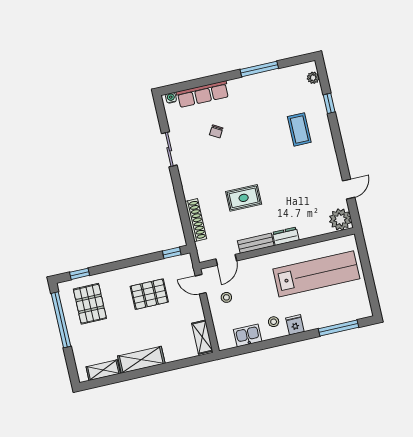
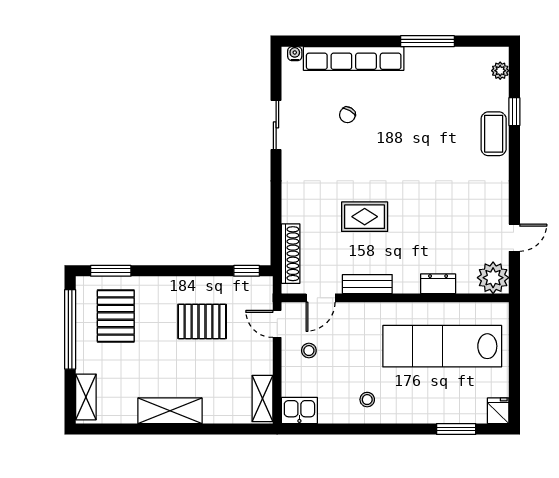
row of seats: (203, 94) -> (354, 58), width x1.36
coffee table: (299, 129) -> (494, 134), moved
shoe rack: (196, 220) -> (291, 254), moved
dresser: (286, 236) -> (438, 284), moved
window: (80, 274) -> (111, 271), width x1.50
lab bench: (316, 274) -> (442, 346), turned 180
fridge: (295, 325) -> (498, 411), moved
window: (339, 328) -> (456, 429), width x0.69
kitchen sink: (248, 335) -> (299, 411), moved
shelving: (103, 370) -> (86, 397), moved, turned 90

